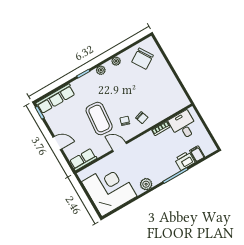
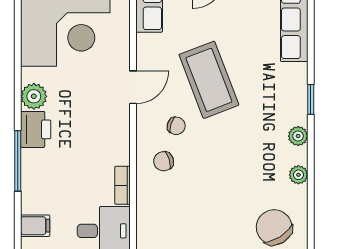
coffee table: (99, 119) -> (209, 80), turned 64
printer: (185, 161) -> (36, 129), moved

